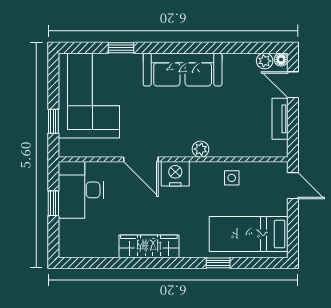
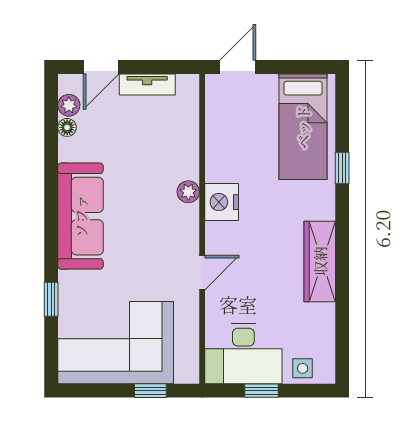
floor lamp: (281, 60) -> (67, 127), moved
door: (141, 159) -> (202, 273), width x0.73
nightstand: (175, 174) -> (222, 202), moved
side table: (232, 178) -> (303, 368), moved

